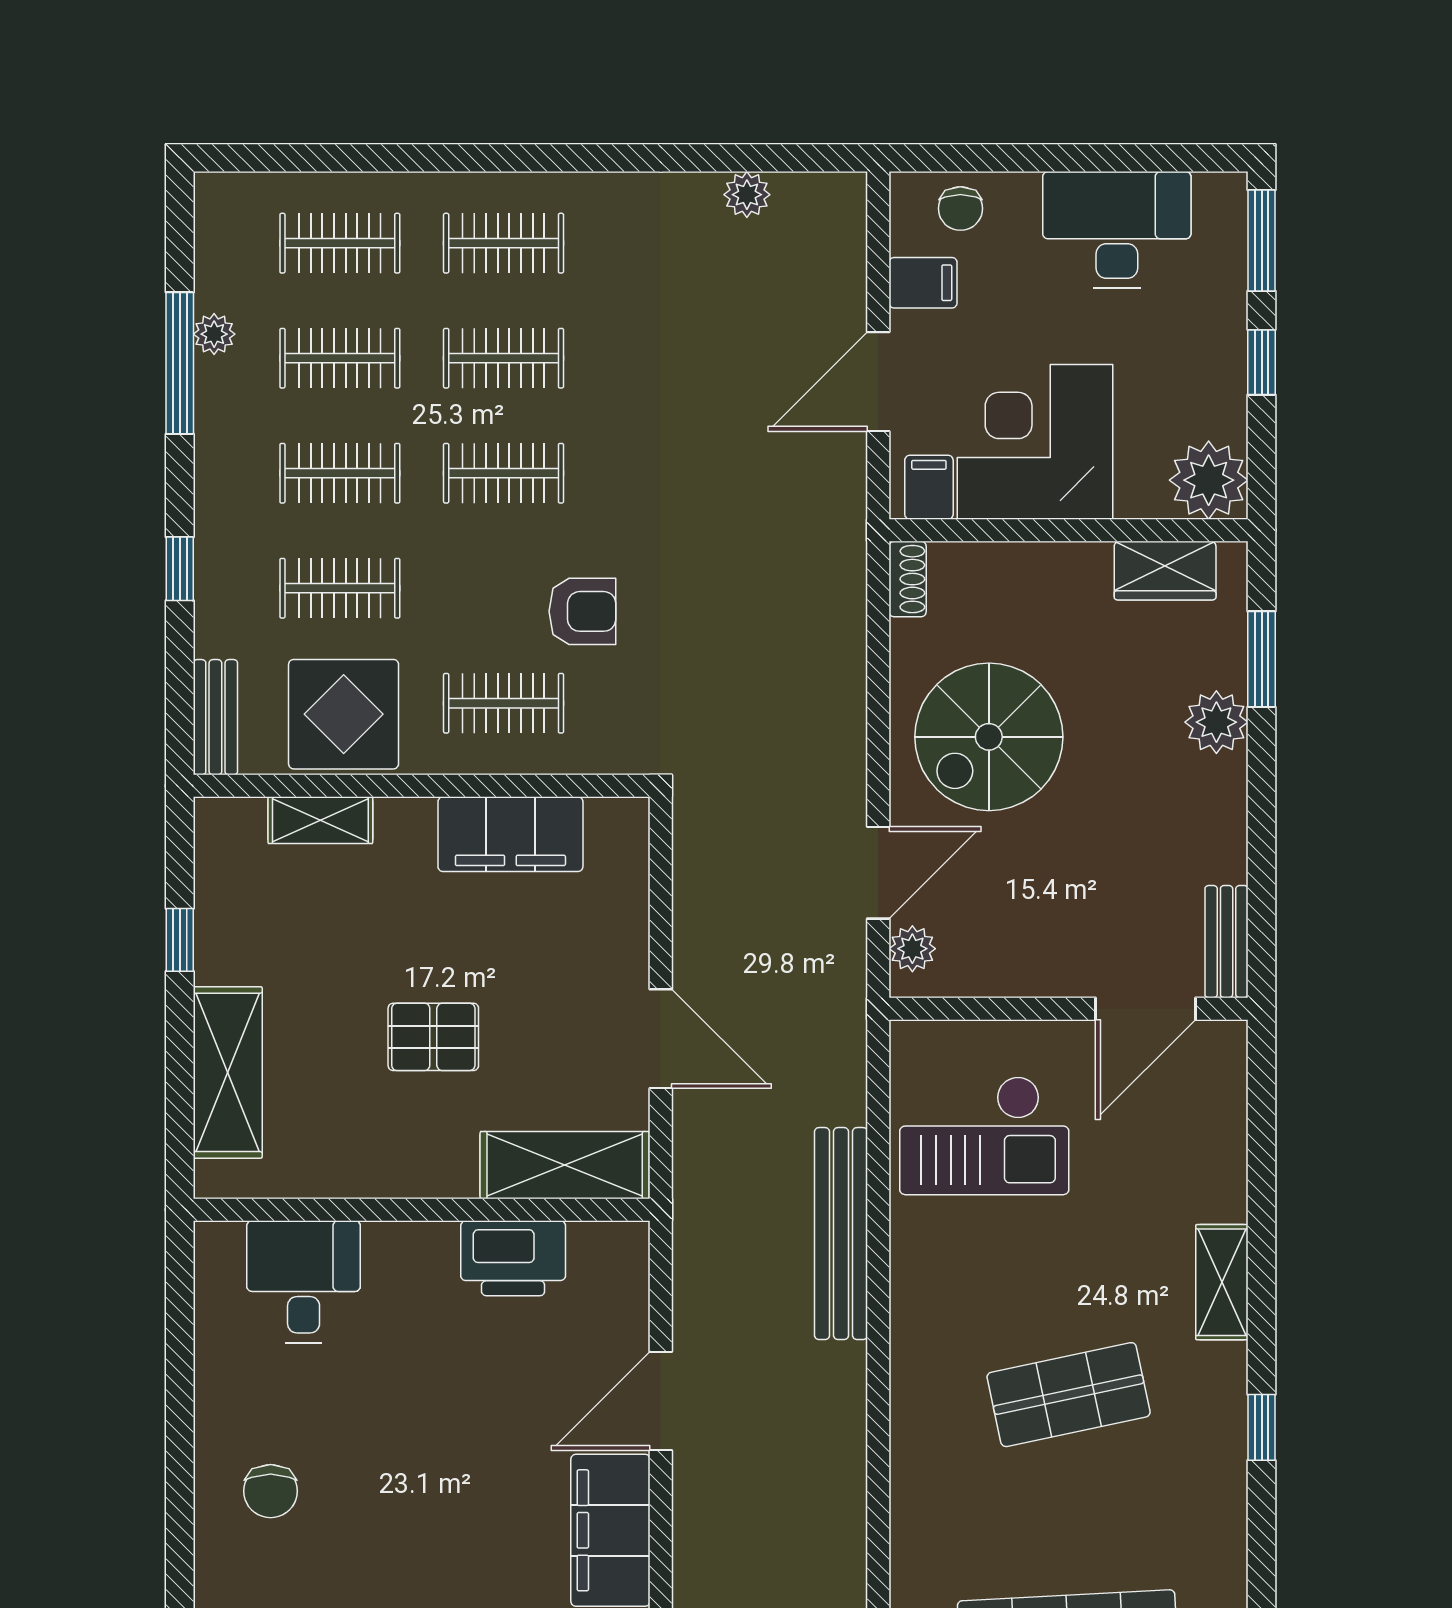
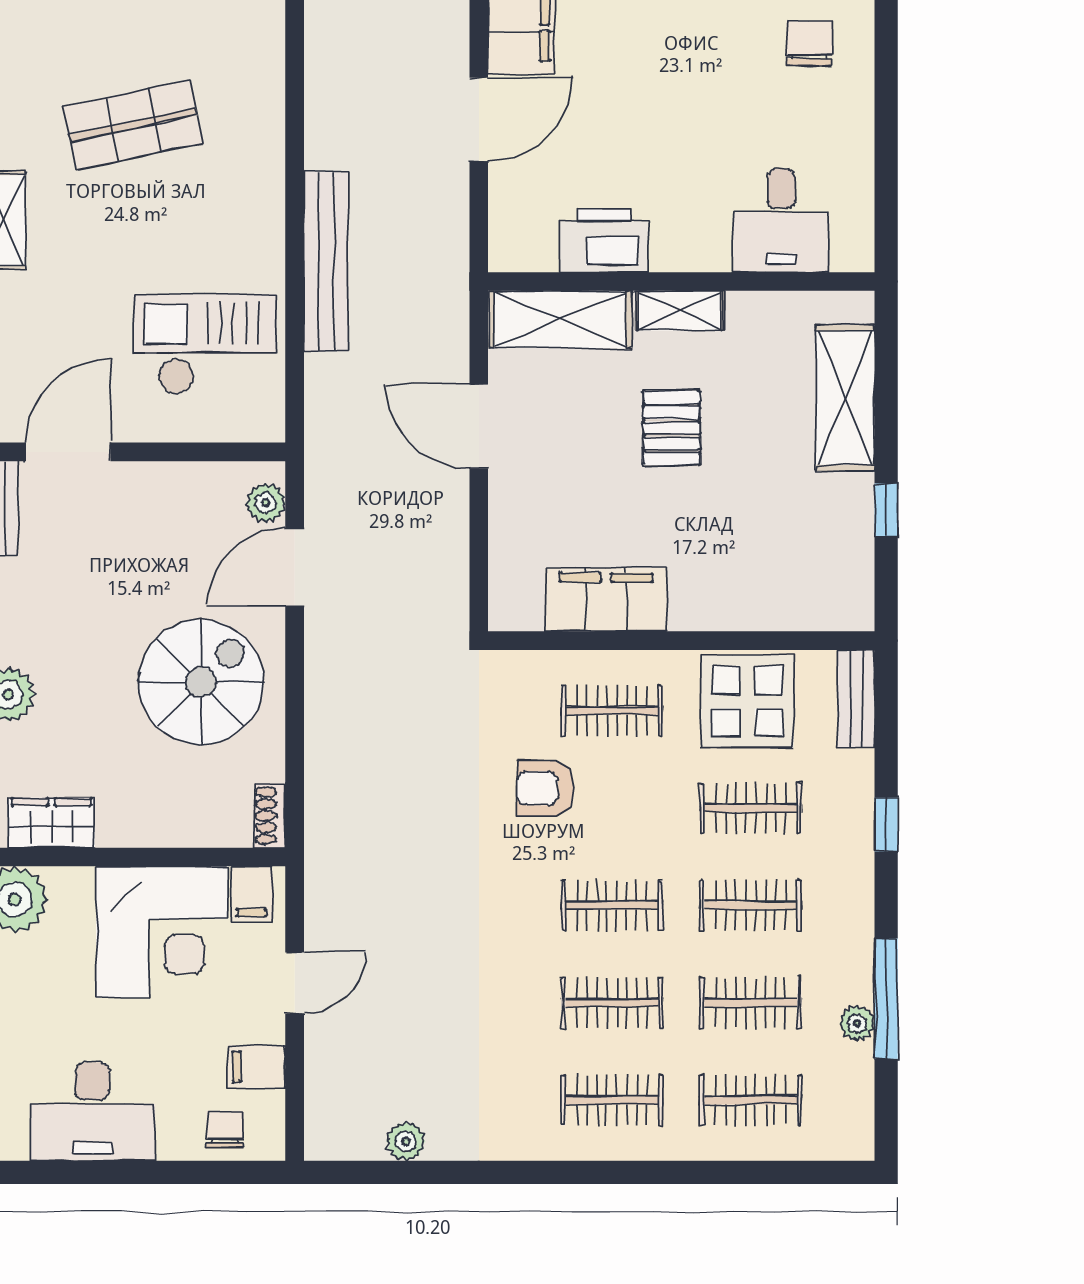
door: (878, 382) -> (295, 983), width x0.73
shelving: (320, 820) -> (680, 311), moved
pallet: (433, 1037) -> (671, 428), turned 90

